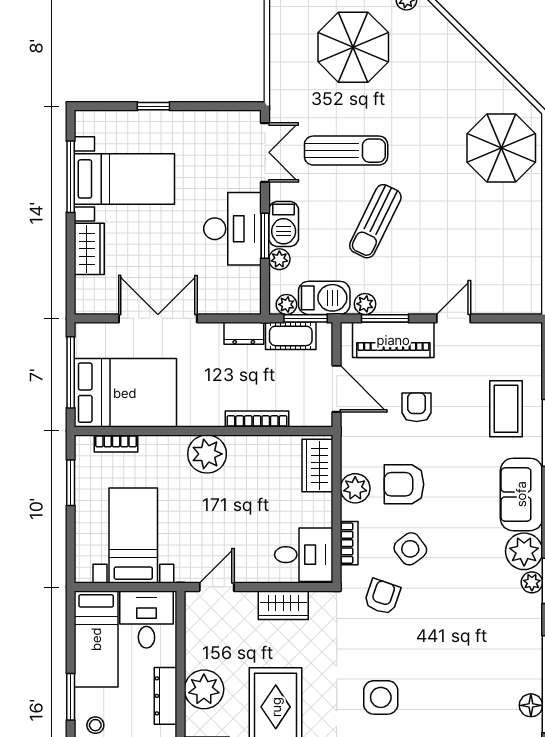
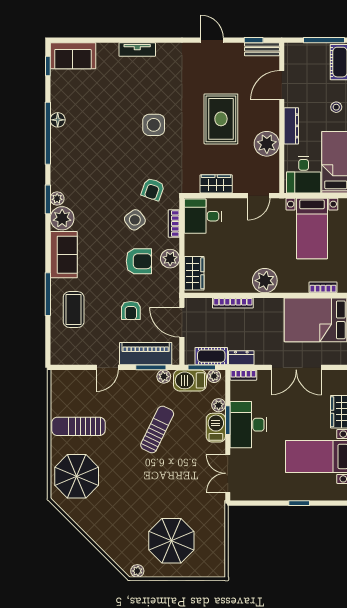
sun lounger: (346, 151) -> (78, 426), moved
bookcase: (241, 306) -> (243, 375), added
plant: (204, 689) -> (267, 144), moved

